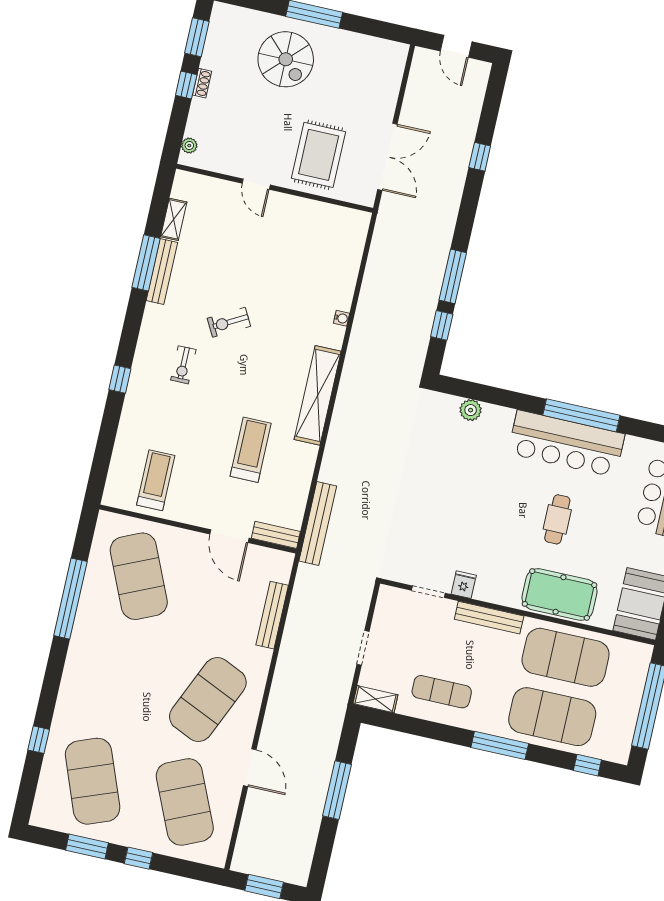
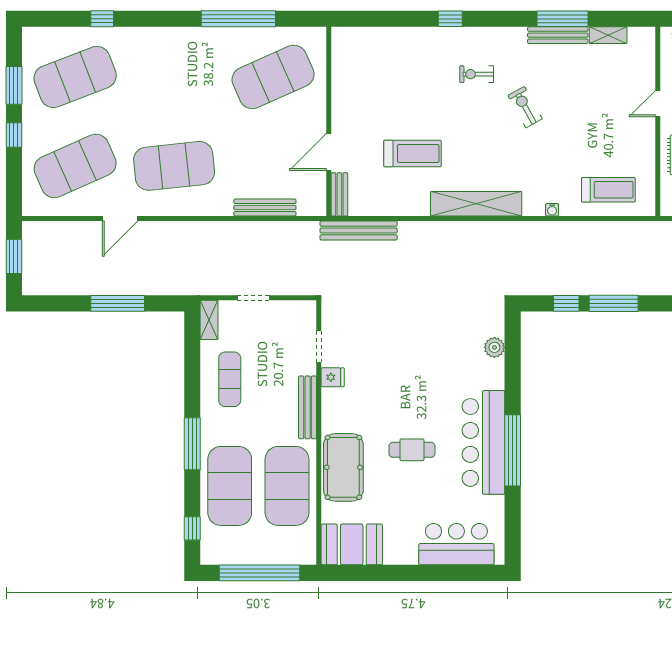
treadmill: (156, 480) -> (608, 190), moved
exercise mat: (208, 699) -> (174, 166), turned -30

